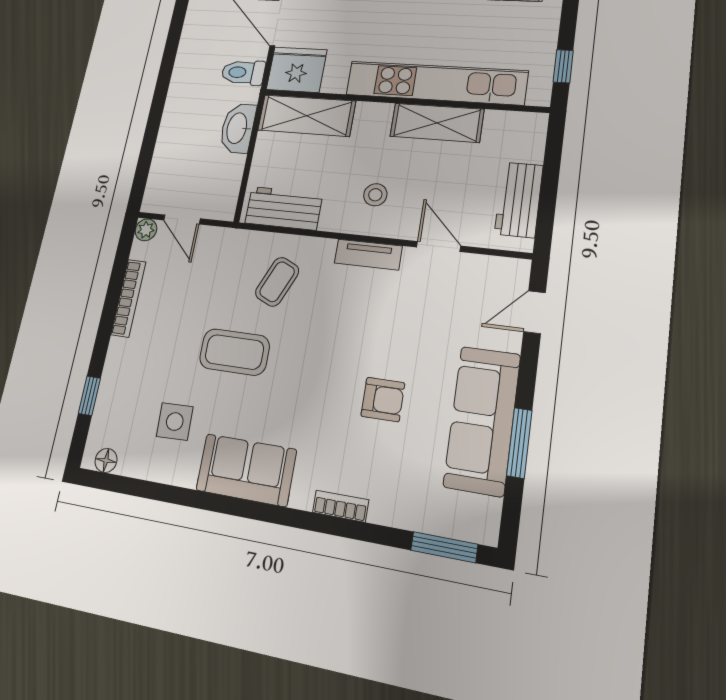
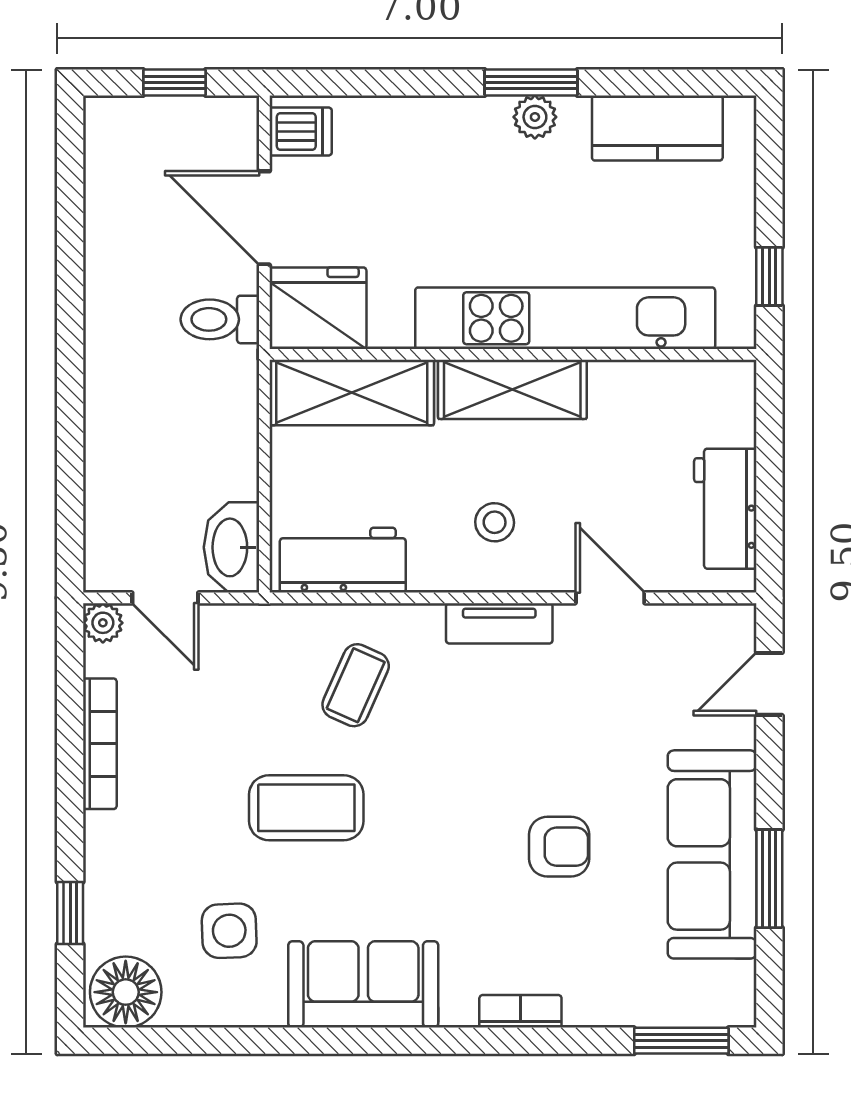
shelving: (437, 123) -> (512, 389), moved
washbasin: (238, 128) -> (232, 547), moved
floor lamp: (106, 460) -> (126, 992), width x1.89, depth x1.89

